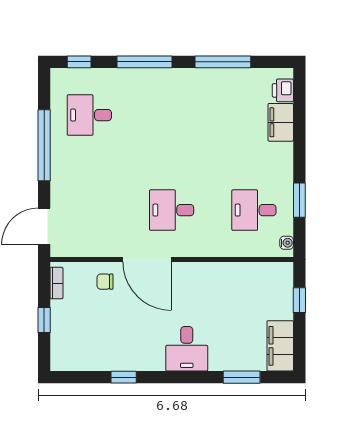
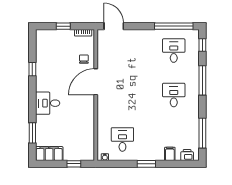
window: (223, 62) -> (202, 133), moved
filing cabinet: (281, 122) -> (170, 154), width x0.50
window: (44, 145) -> (174, 26), moved
window: (299, 200) -> (146, 164), moved
desk: (172, 210) -> (174, 95), moved

